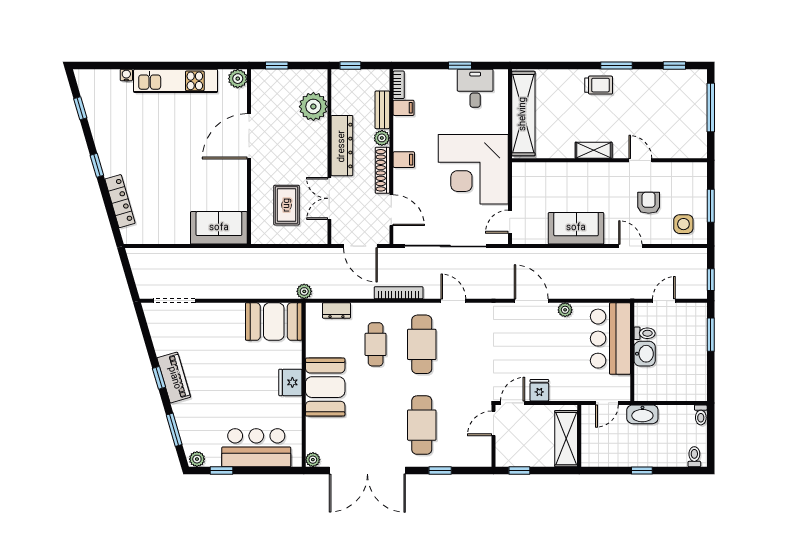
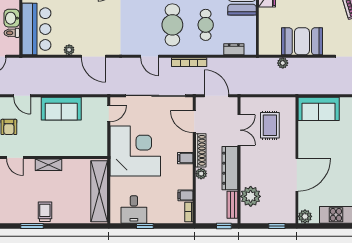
trolley: (599, 85) -> (45, 212), turned 90
bench: (382, 110) -> (232, 205), moved
plant: (304, 291) -> (283, 63), moved
booth: (274, 322) -> (302, 41), moved

